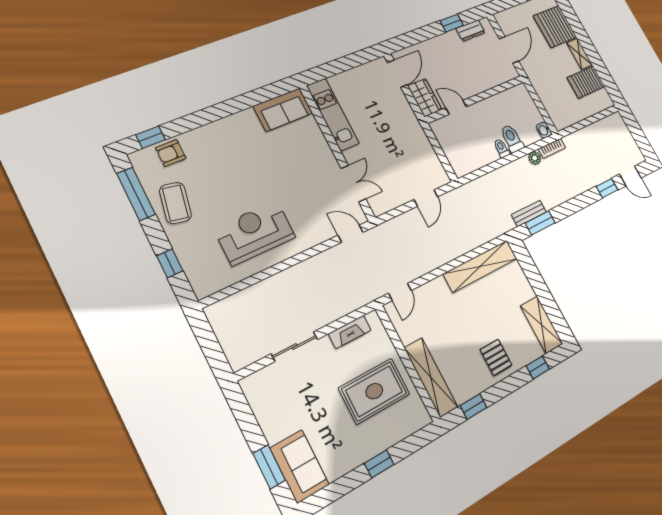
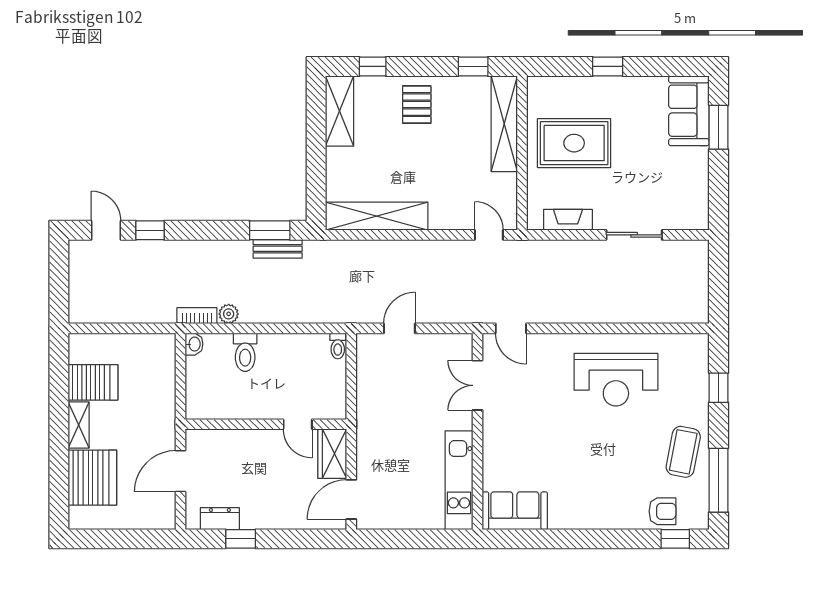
toilet: (502, 148) -> (338, 346), moved
door: (400, 292) -> (489, 235), hinge flipped

